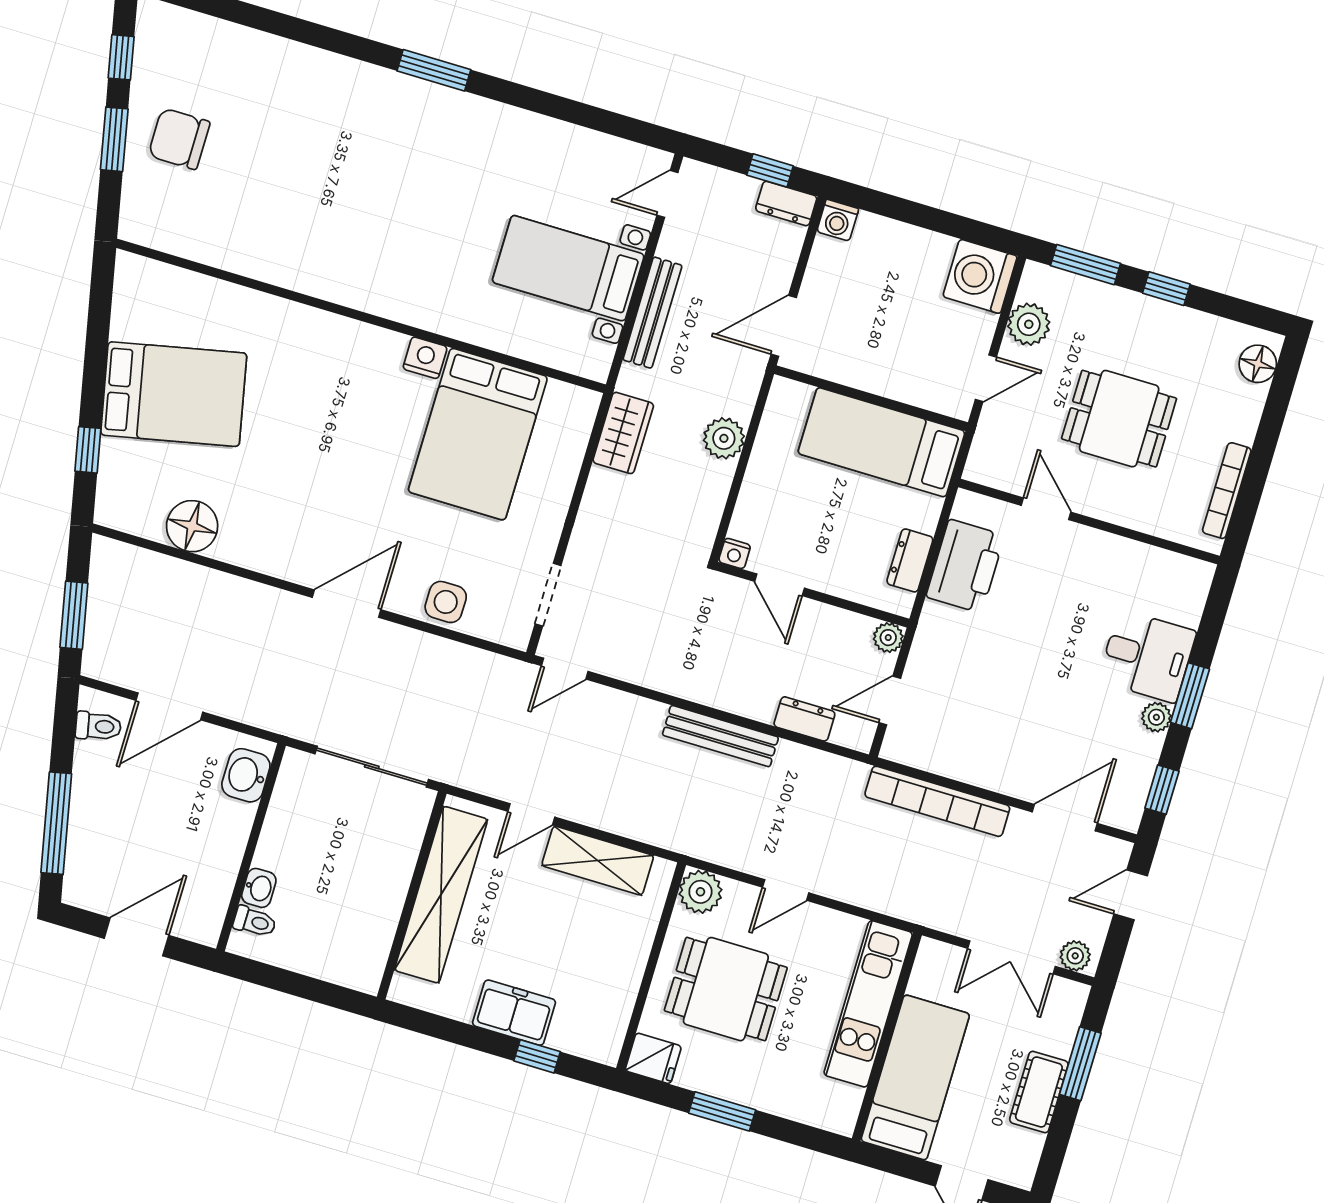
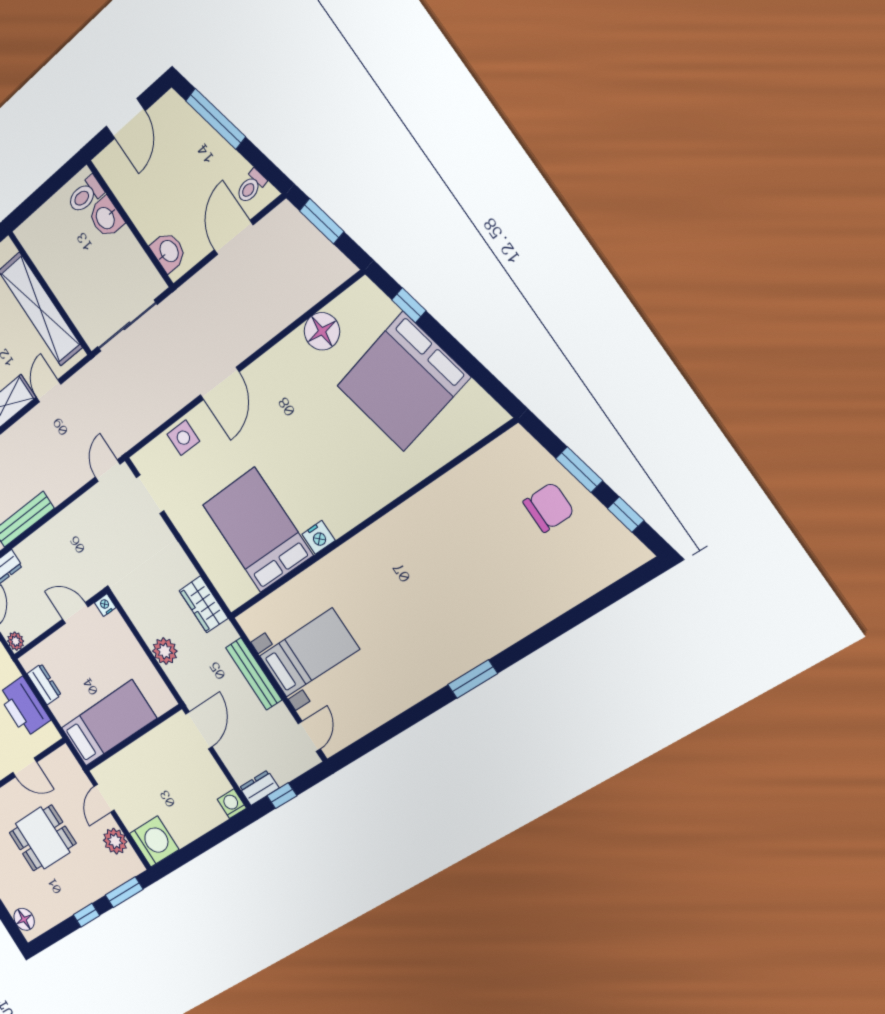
bed: (174, 394) -> (403, 382), width x1.36
washbasin: (259, 888) -> (106, 218), width x1.38, depth x1.45
toilet: (255, 922) -> (85, 195), width x1.37, depth x1.39

